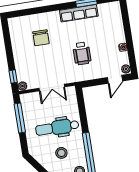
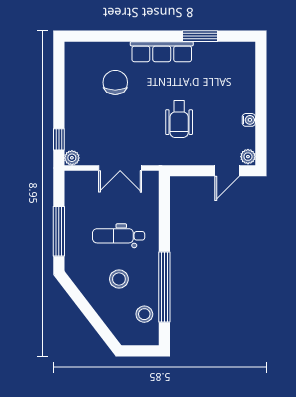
row of seats: (79, 13) -> (162, 52), moved
chair: (41, 38) -> (115, 82), turned 180
window: (20, 118) -> (59, 231), moved
dental chair: (57, 128) -> (119, 236), width x0.73, depth x0.72

